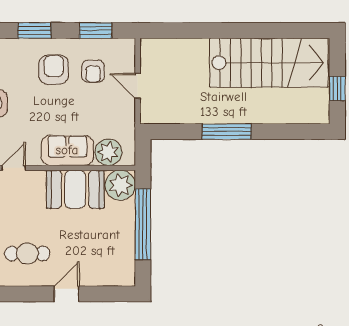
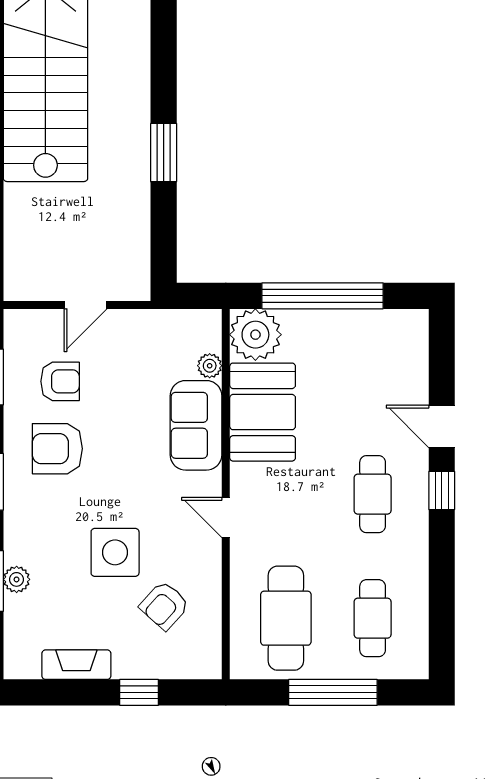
window: (227, 132) -> (164, 153), width x0.69
plant: (108, 152) -> (210, 366), width x0.53, depth x0.53
window: (29, 294) -> (442, 491), added

